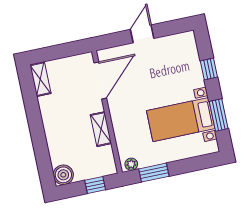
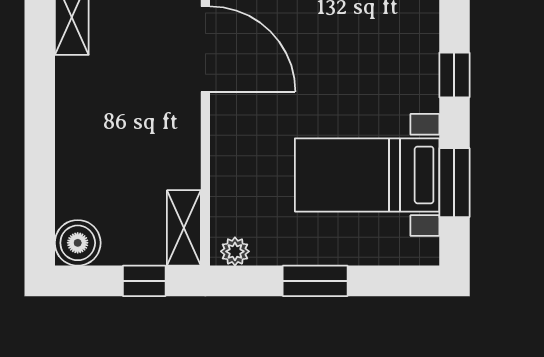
door: (100, 81) -> (205, 49), hinge flipped
shelving: (101, 129) -> (184, 228), moved
window: (154, 173) -> (315, 281), moved

